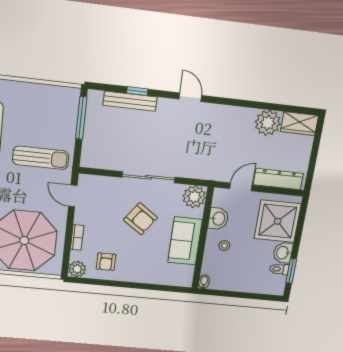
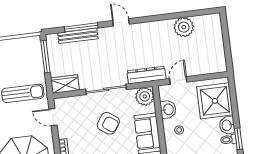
window: (137, 91) -> (81, 27), width x2.17
wardrobe: (299, 124) -> (65, 84), moved, turned 180
dresser: (278, 179) -> (146, 75), moved

